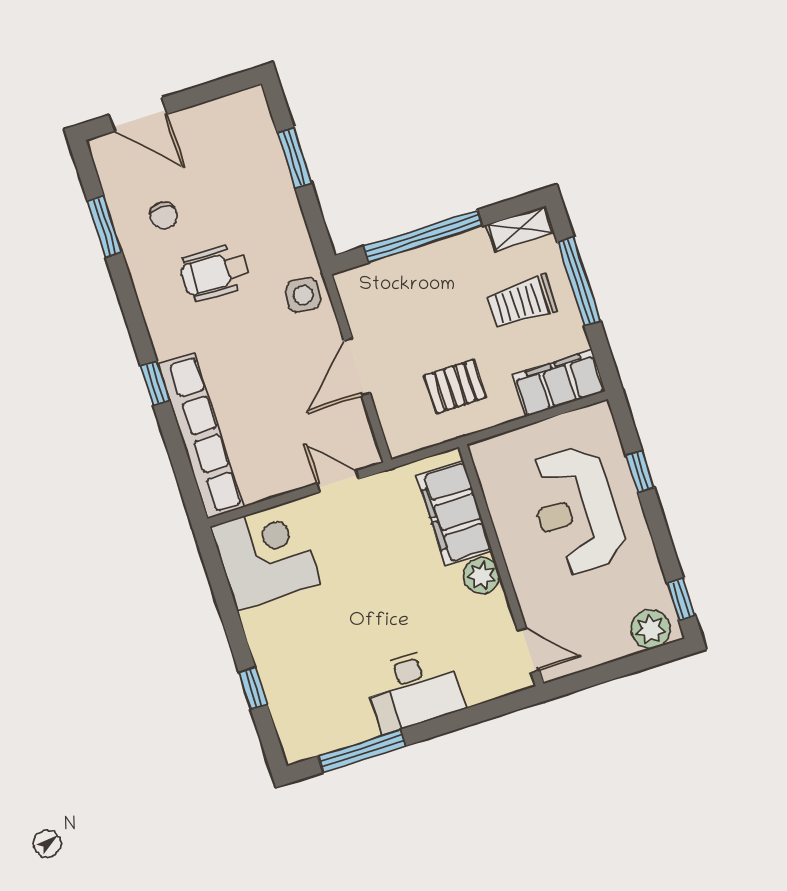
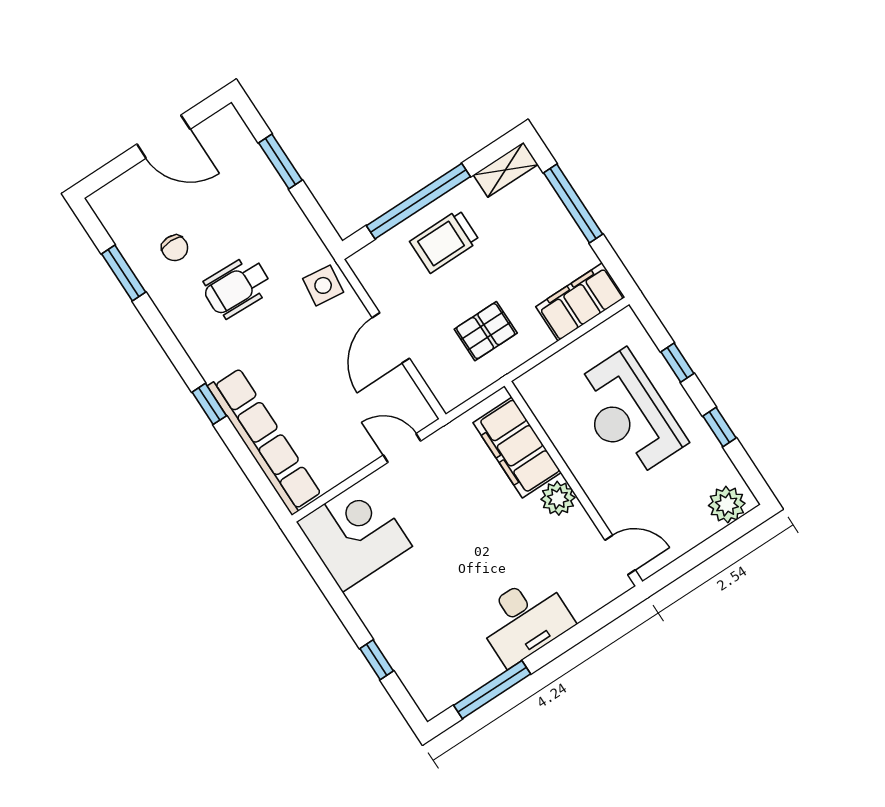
door: (138, 114) -> (163, 137), moved
trolley: (522, 302) -> (445, 241), moved
window: (681, 599) -> (719, 427), moved

